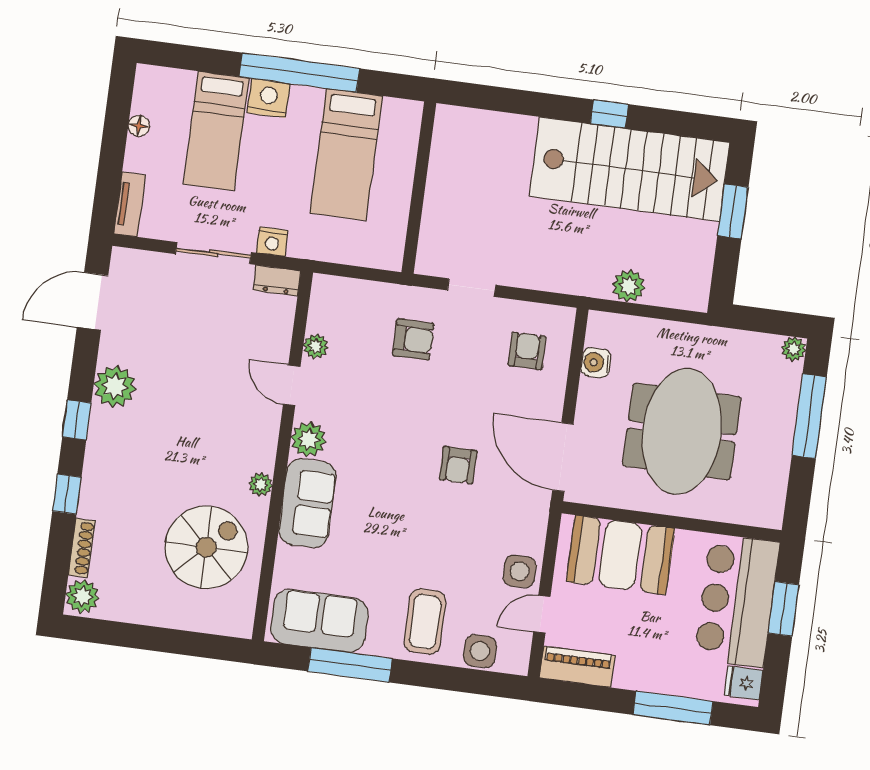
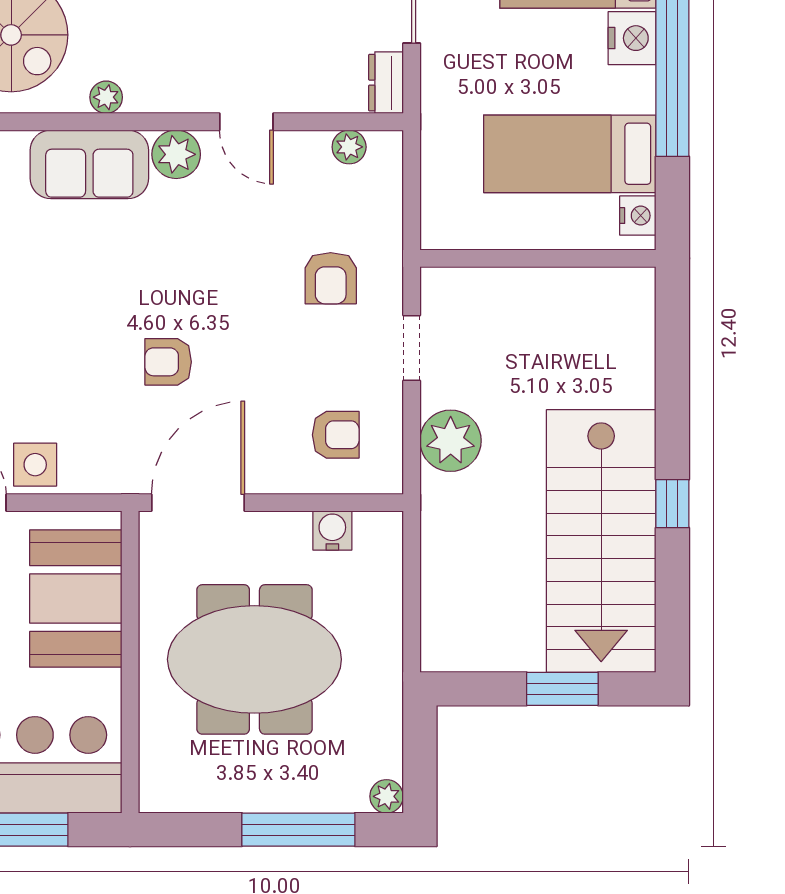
nightstand: (272, 242) -> (638, 216), moved, turned 180
plant: (629, 286) -> (451, 441), moved, width x1.36, depth x1.36
plant: (316, 346) -> (349, 147), moved
door: (292, 385) -> (246, 122), swing flipped

